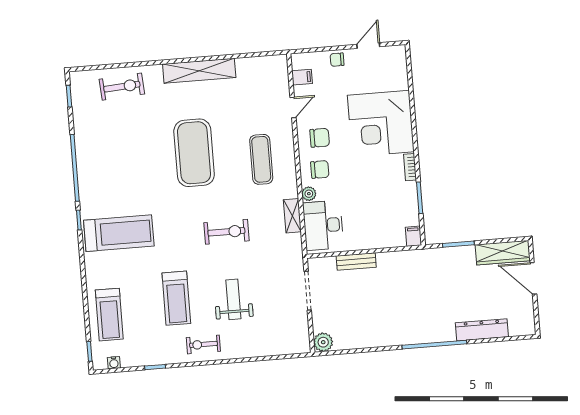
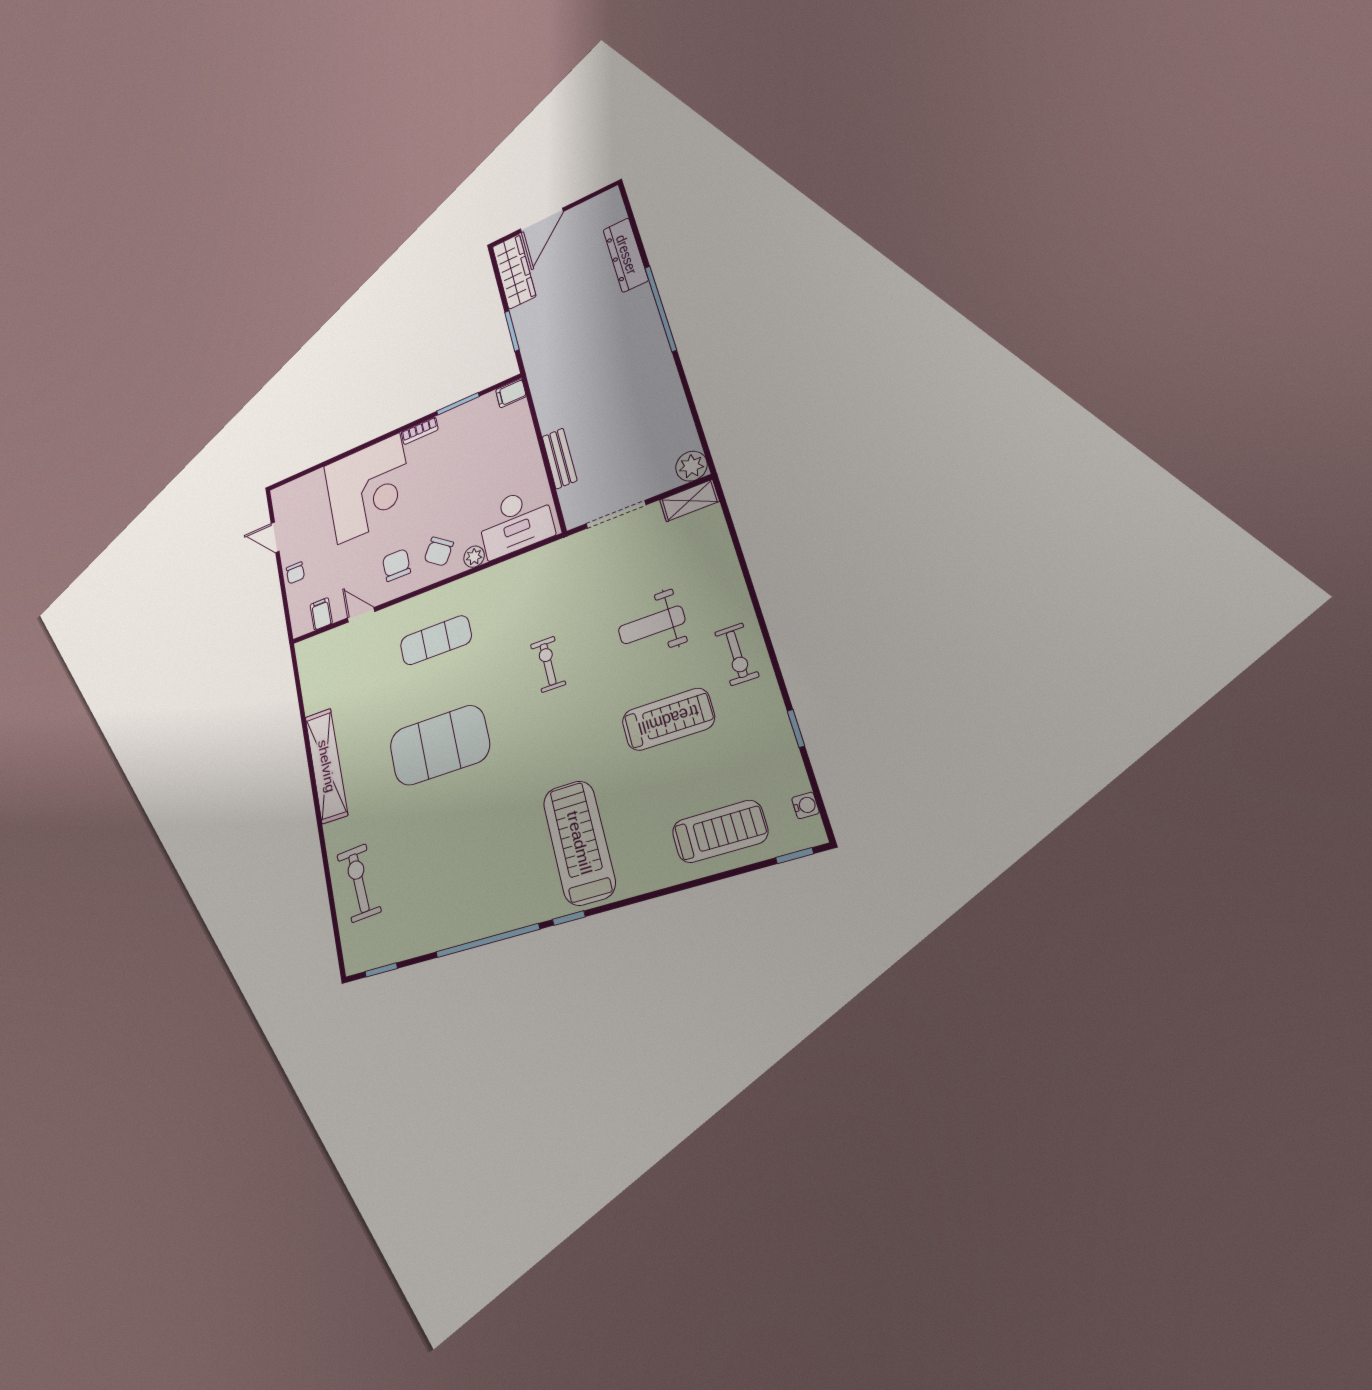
chair: (320, 169) -> (439, 551), turned -145
shelving: (292, 216) -> (689, 501), moved
exercise bike: (226, 232) -> (548, 664), width x0.73, depth x0.72

